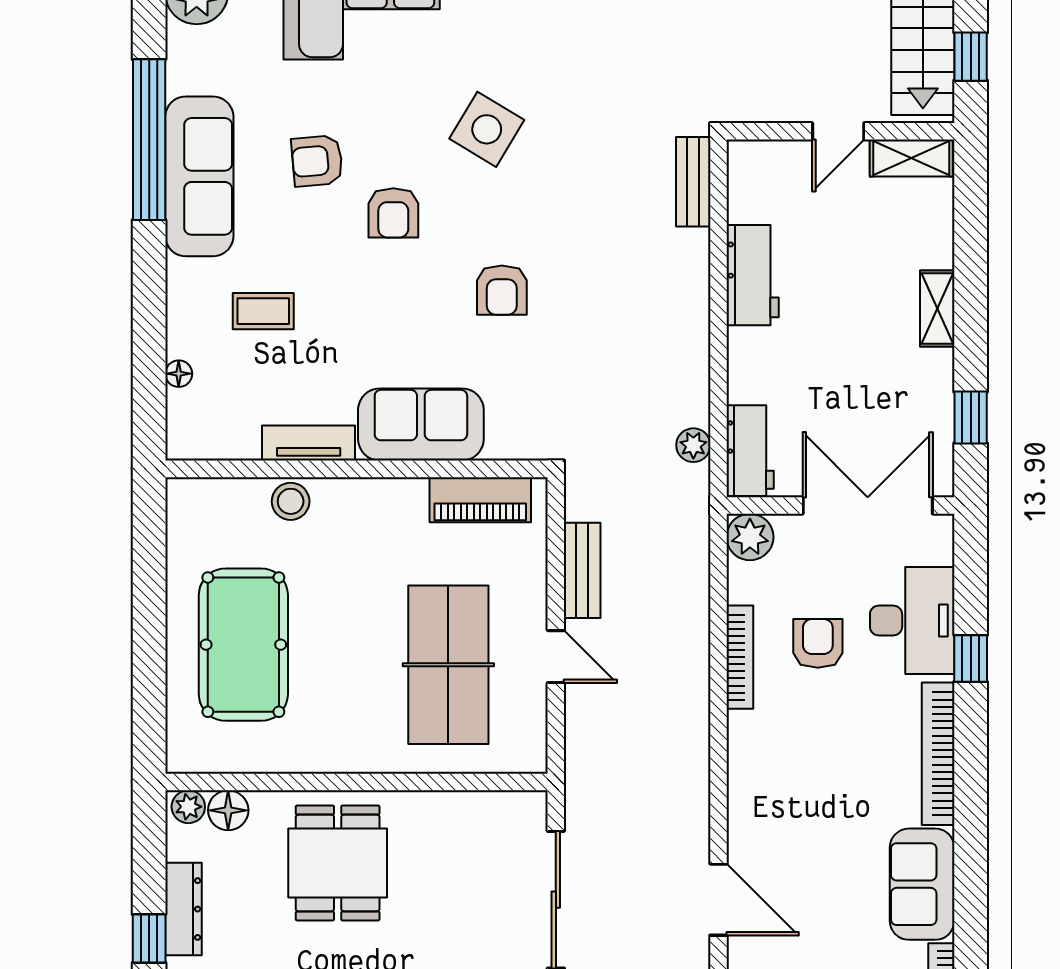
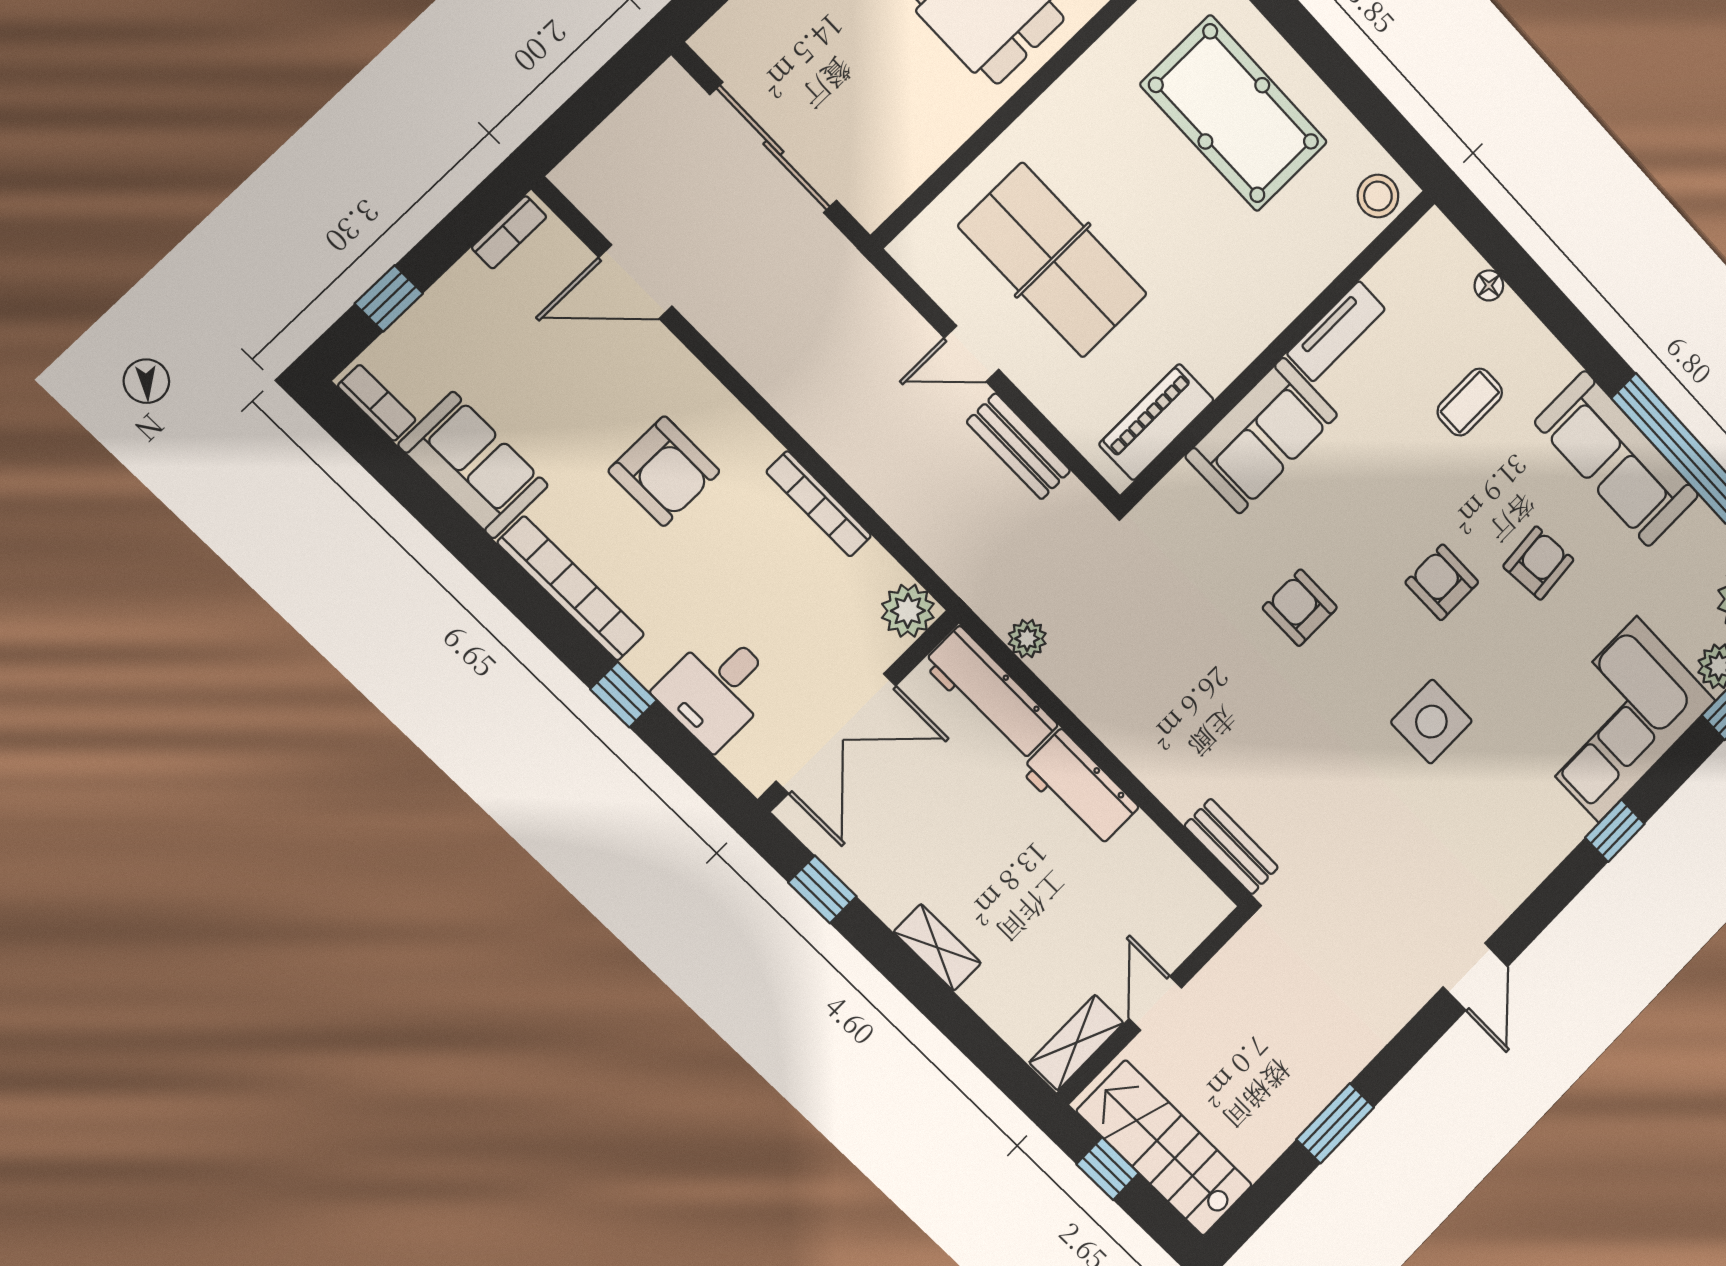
side table: (487, 129) -> (1431, 722), turned -31
workbench: (753, 275) -> (1080, 789), moved
workbench: (750, 451) -> (990, 694), width x1.38
stool: (291, 501) -> (1378, 196), moved
desk: (912, 621) -> (717, 689), width x0.73
armchair: (818, 643) -> (664, 471), moved, width x1.38, depth x1.38

